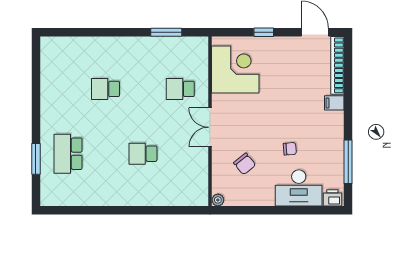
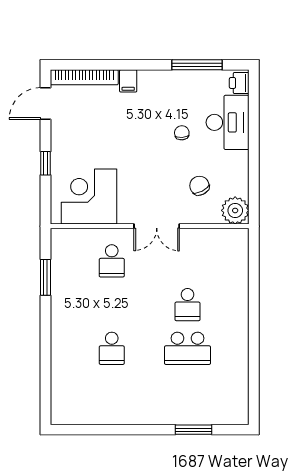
school desk: (68, 154) -> (188, 348), moved
chair: (245, 164) -> (199, 186), turned -78
plant: (218, 200) -> (235, 210), width x1.87, depth x1.87

